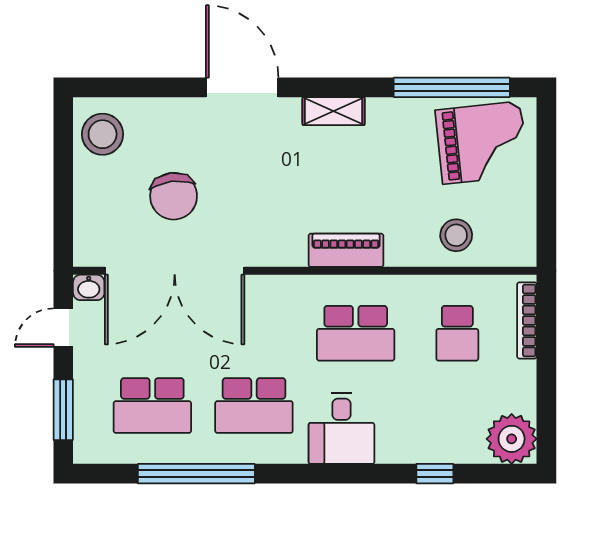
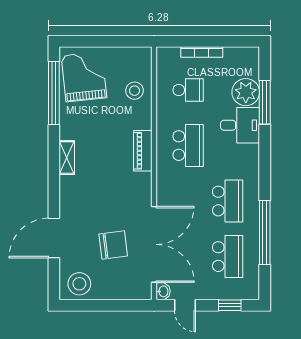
door: (242, 87) -> (54, 238), moved
bookcase: (527, 320) -> (202, 52), moved
window: (63, 410) -> (230, 305), width x0.67
desk: (341, 428) -> (240, 125), moved
plant: (512, 439) -> (246, 92), moved
window: (435, 474) -> (265, 102), width x2.17

